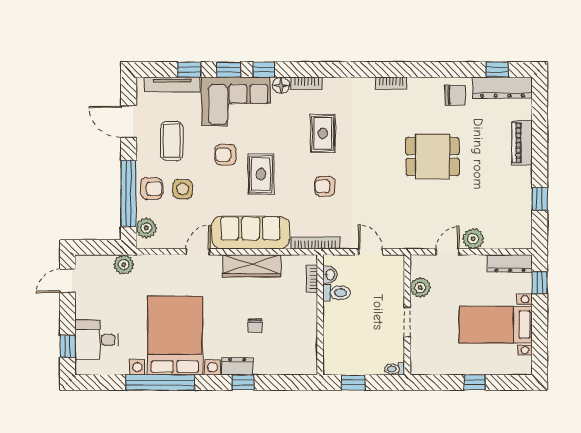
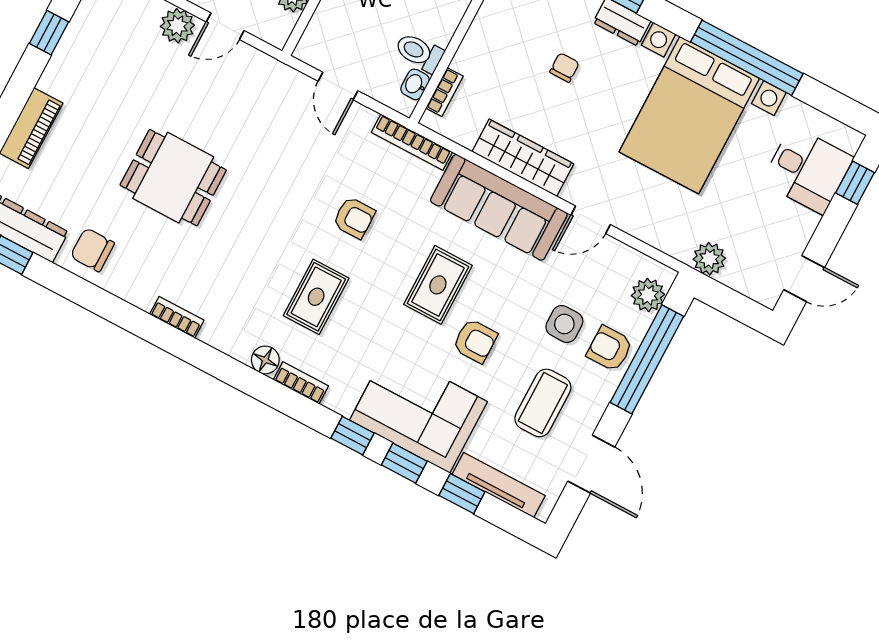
floor lamp: (281, 85) -> (265, 360), moved

